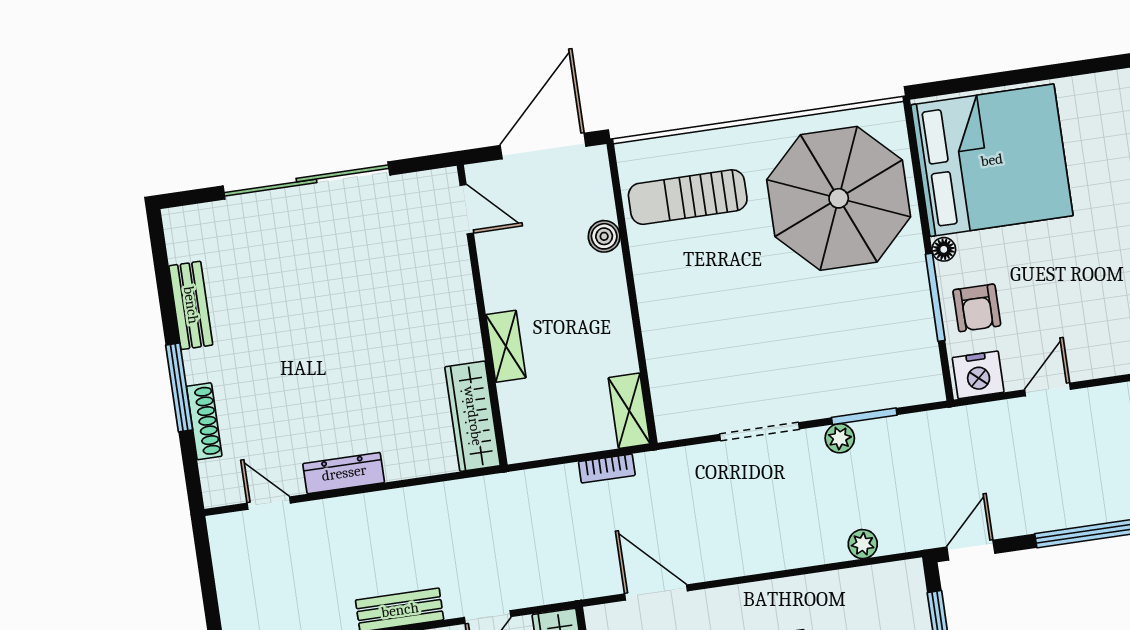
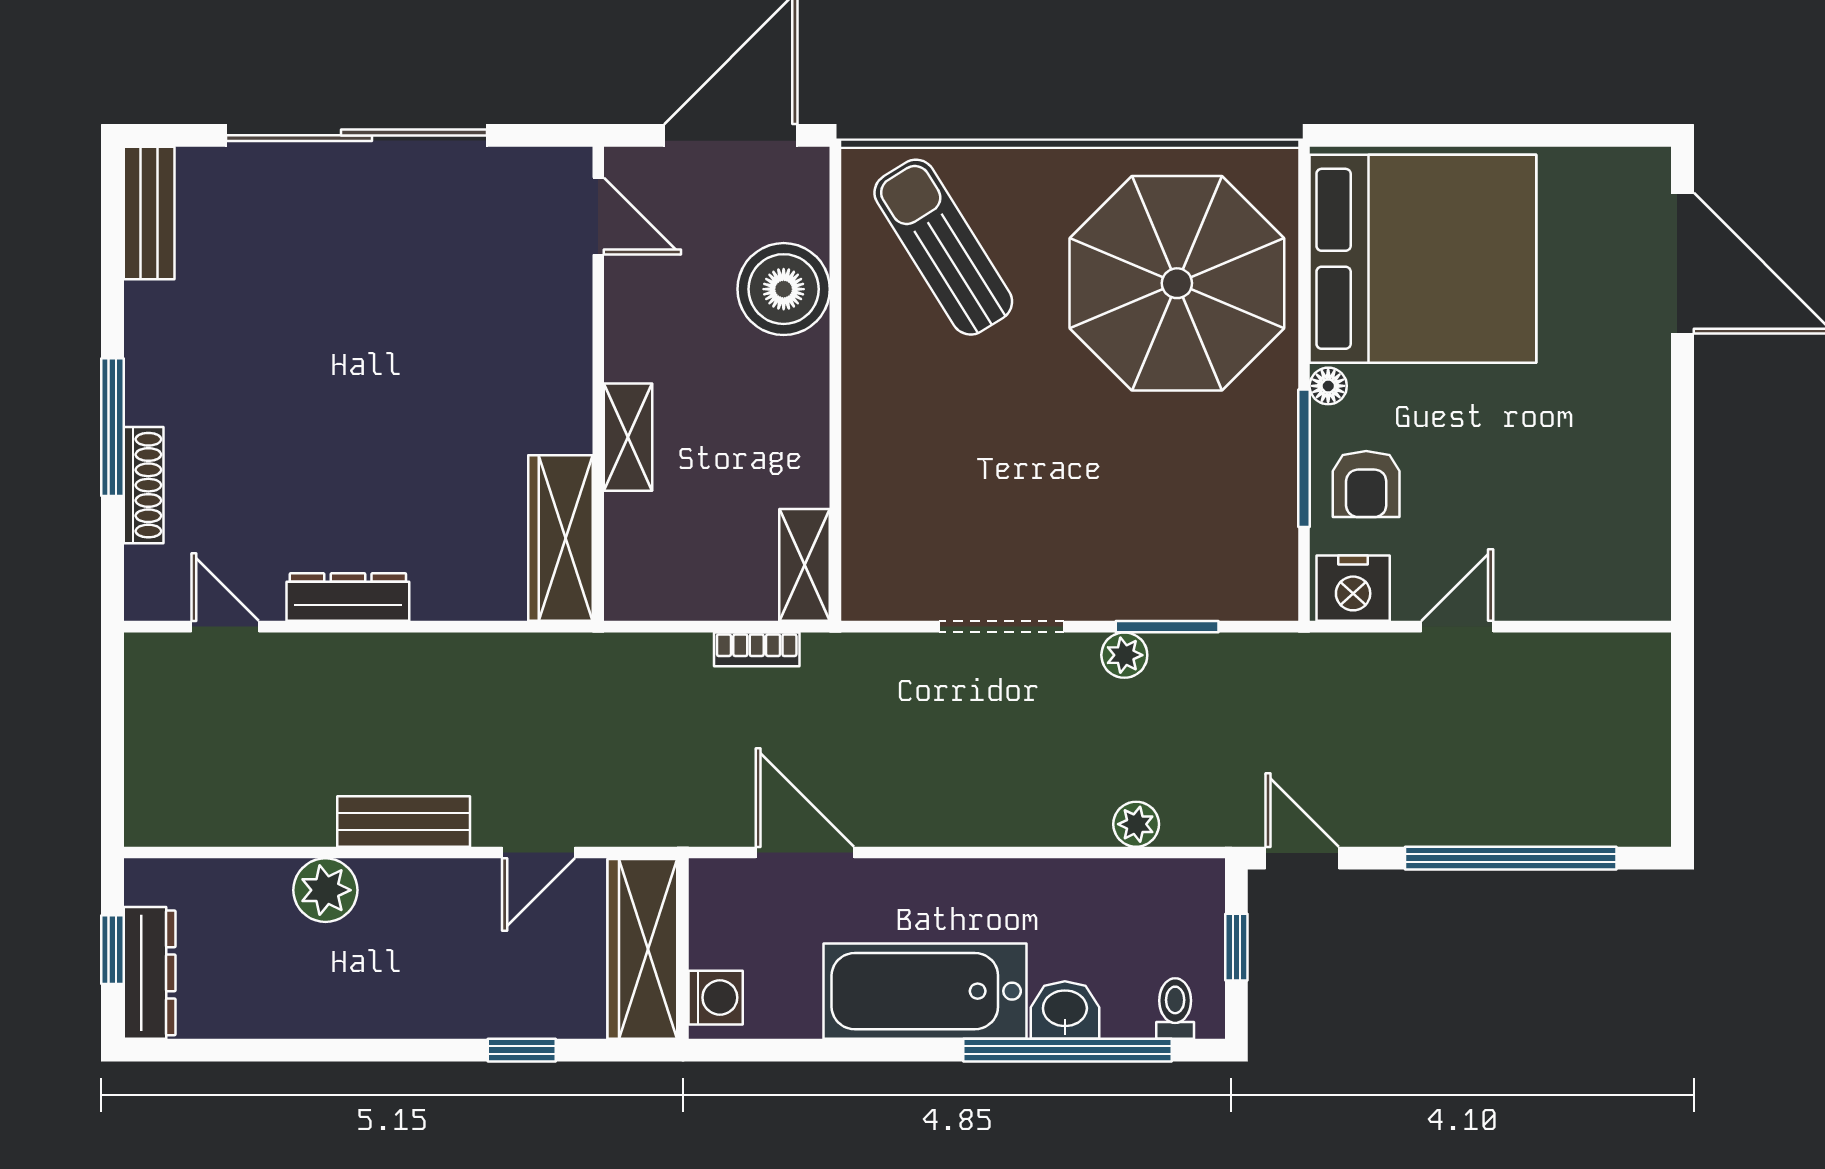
sun lounger: (688, 197) -> (943, 247), turned 58
boiler: (604, 236) -> (784, 289), width x1.86, depth x1.86
bench: (191, 305) -> (149, 213), moved
door: (971, 550) -> (1302, 858), hinge flipped

